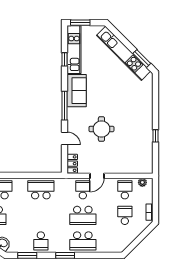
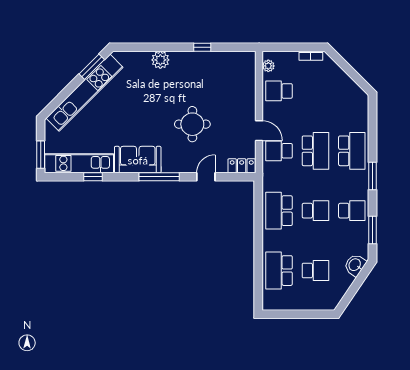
plant: (147, 107) -> (160, 60), added
school desk: (125, 215) -> (315, 211), moved, turned 180

